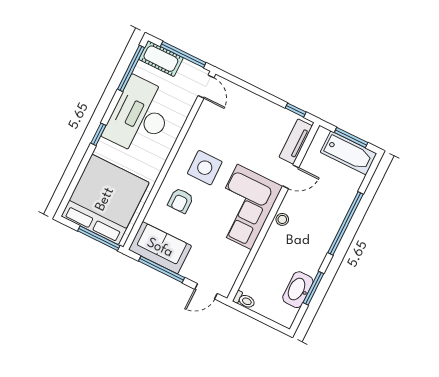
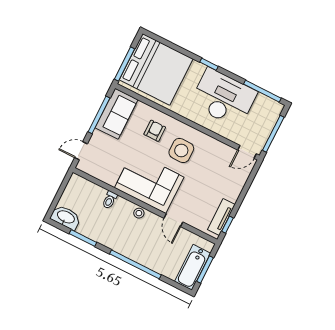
cot: (161, 59) -> (270, 116), removed
tv unit: (296, 142) -> (221, 217), moved, turned -90
armchair: (181, 201) -> (155, 131), turned 90
washbasin: (298, 290) -> (66, 217), moved
door: (206, 291) -> (81, 151), hinge flipped
toilet: (244, 300) -> (110, 200), moved

